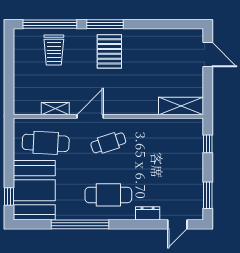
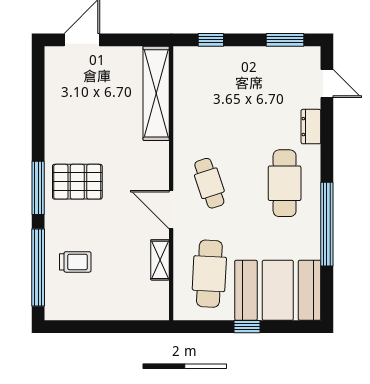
trolley: (54, 50) -> (75, 262), width x0.73, depth x0.72
shelving: (181, 106) -> (156, 93), width x1.47
window: (9, 197) -> (247, 327), moved

